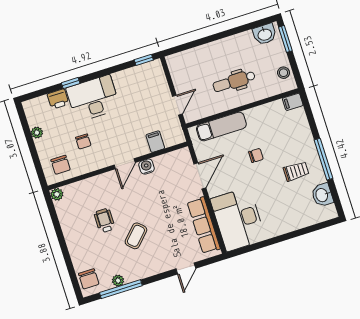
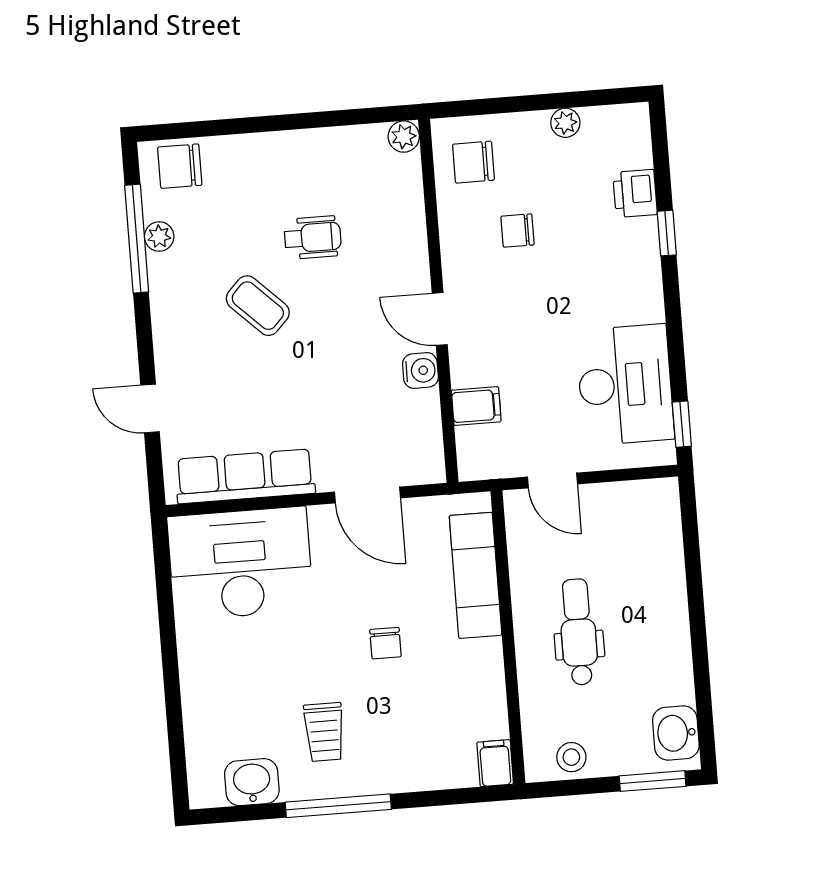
desk: (93, 98) -> (625, 385), moved

